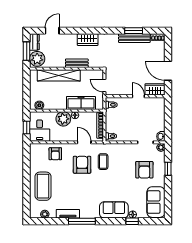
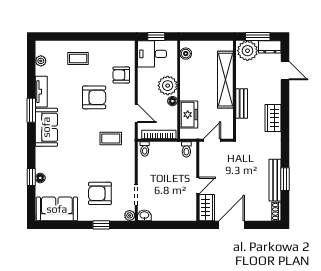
freezer: (81, 103) -> (189, 115), width x0.71
door: (84, 142) -> (136, 113), hinge flipped
armchair: (82, 165) -> (94, 97), moved
coffee table: (43, 186) -> (78, 59), width x0.54, depth x0.58
sofa: (114, 210) -> (46, 127), moved
window: (82, 221) -> (31, 110), width x0.69

